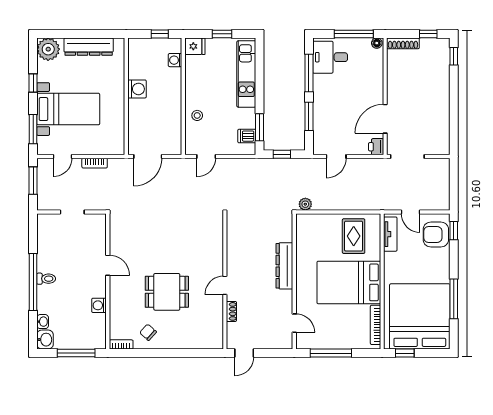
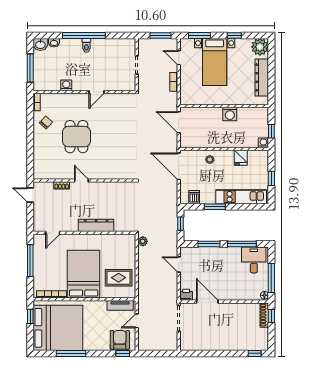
window: (428, 34) -> (271, 316), moved
fridge: (195, 46) -> (241, 158), moved
washing machine: (175, 60) -> (263, 143), moved
window: (260, 127) -> (215, 207), moved
door: (206, 157) -> (179, 166), width x1.87

